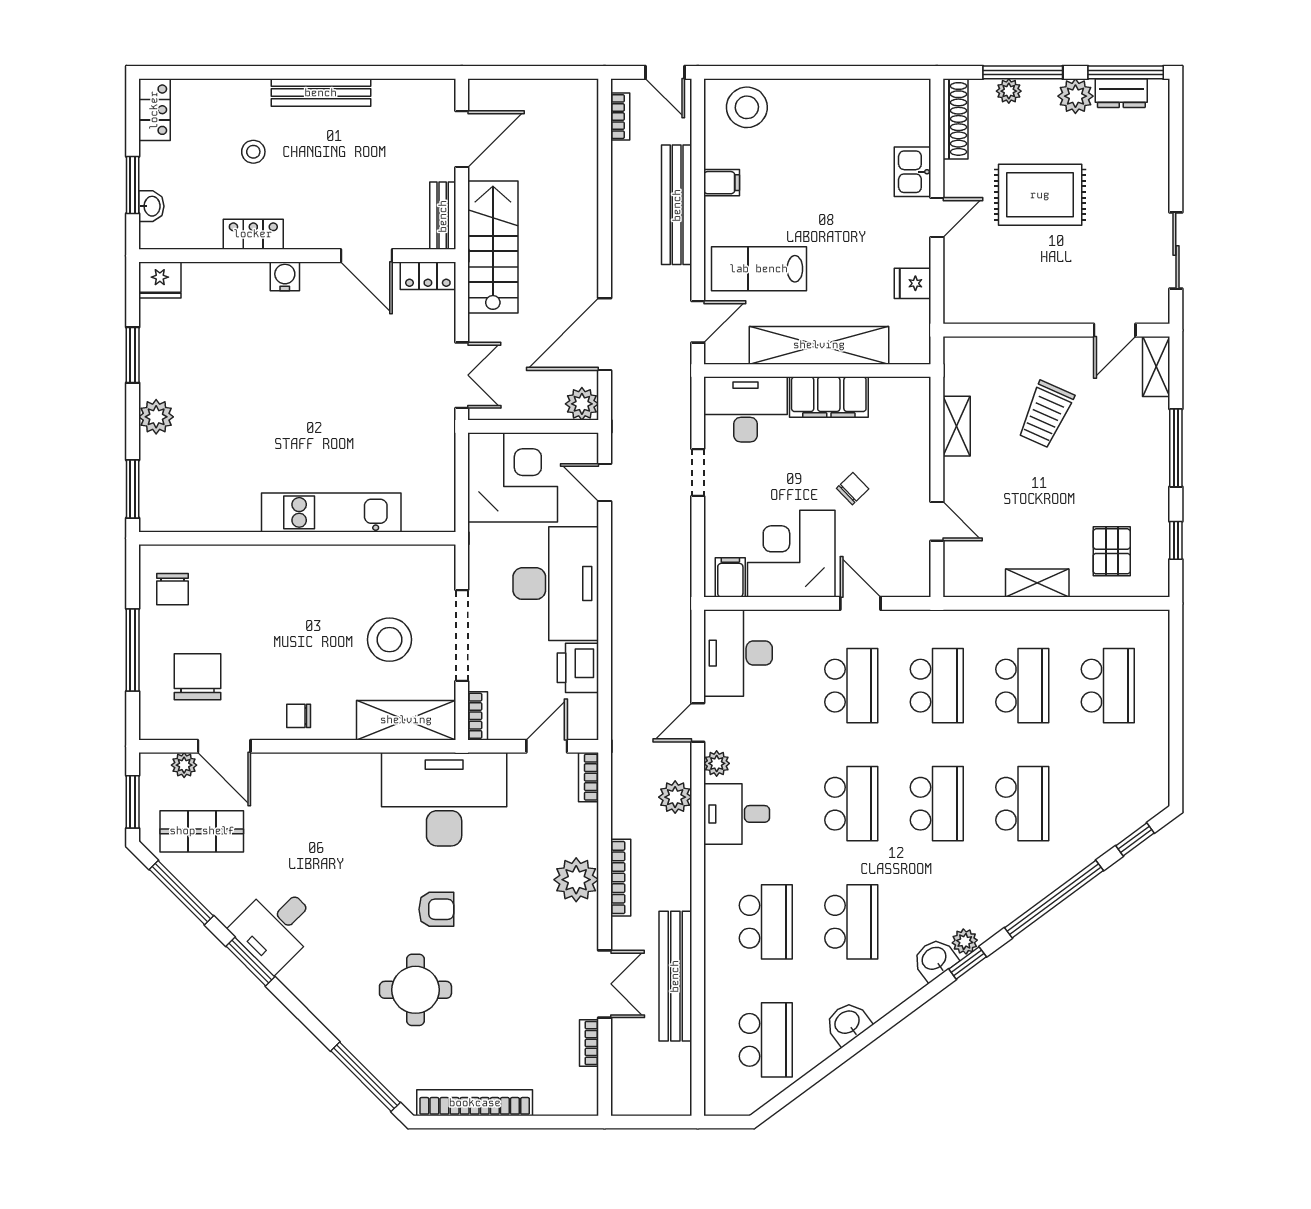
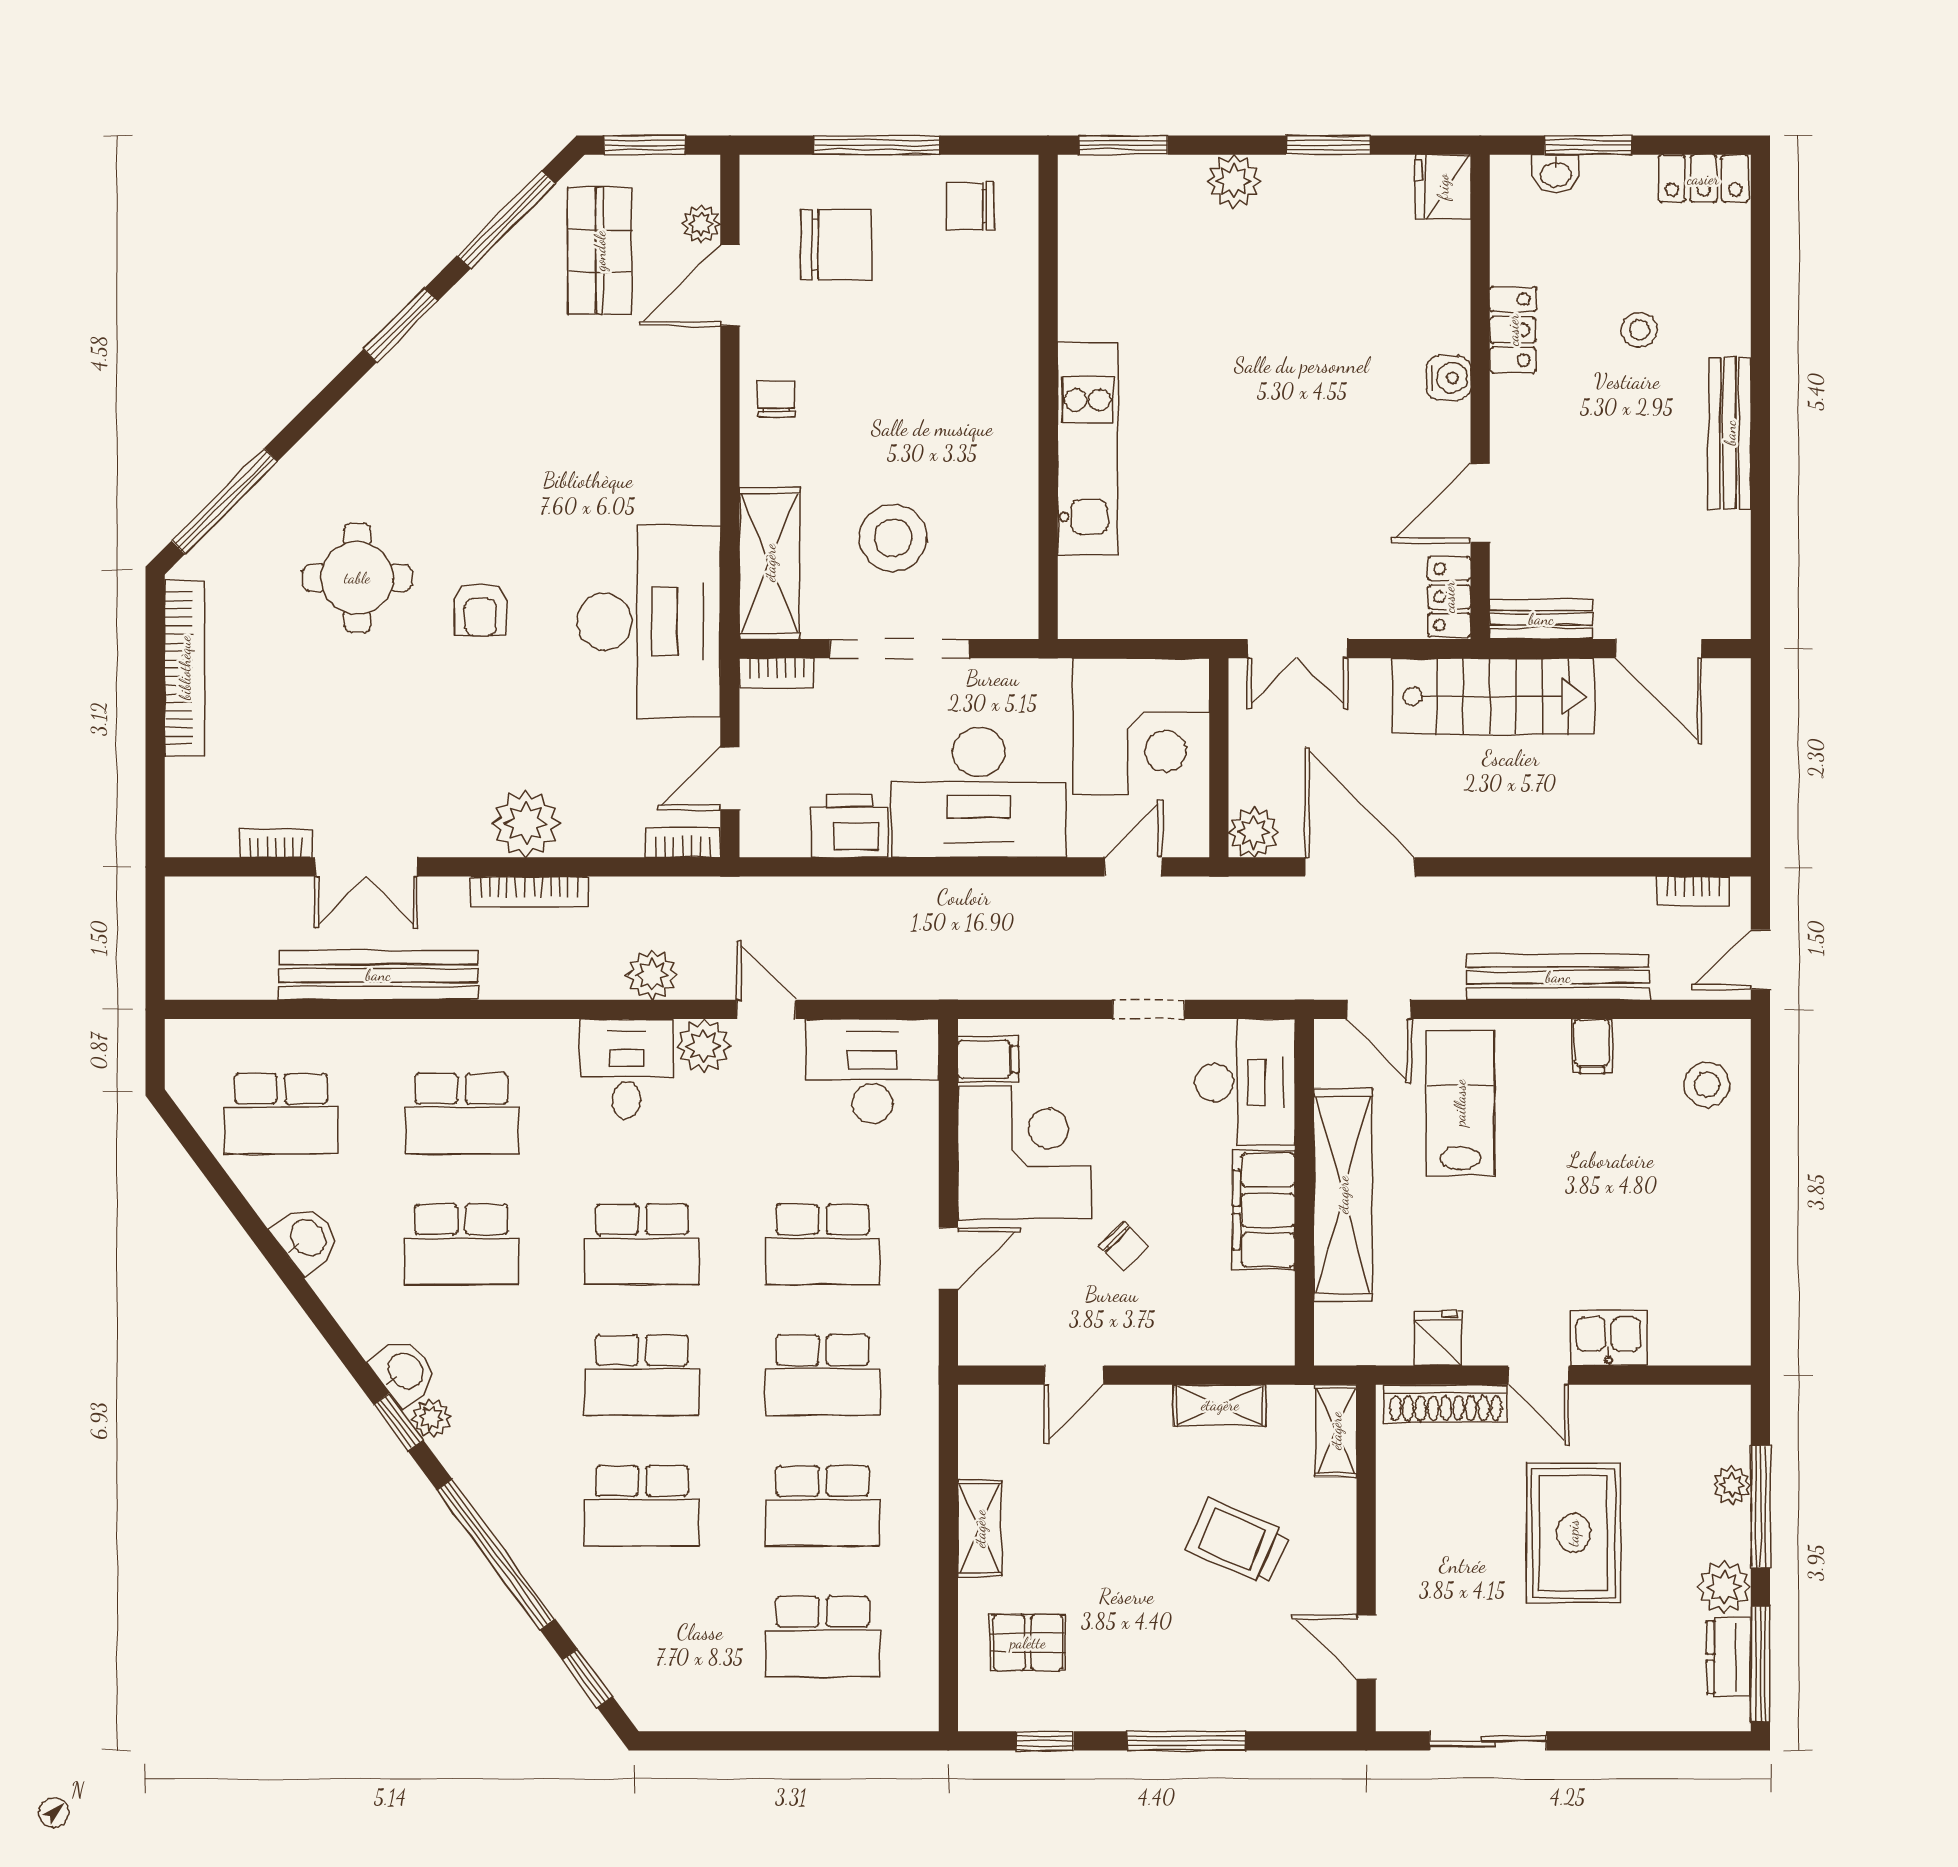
stool: (747, 107) -> (1707, 1085), width x0.73, depth x0.73
shoe rack: (955, 119) -> (1446, 1404), moved
shelving: (1156, 367) -> (1336, 1431), moved, turned 90
door: (547, 746) -> (730, 779), swing flipped
plant: (717, 763) -> (703, 1046), width x1.38, depth x1.38
desk: (276, 927) -> (453, 364), removed

